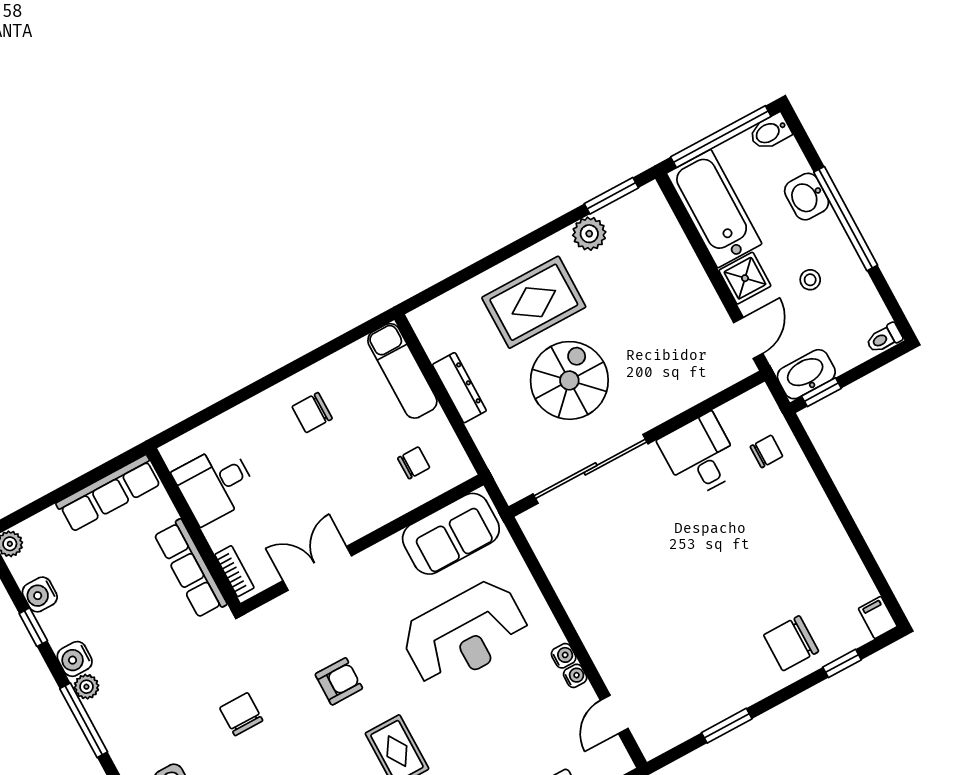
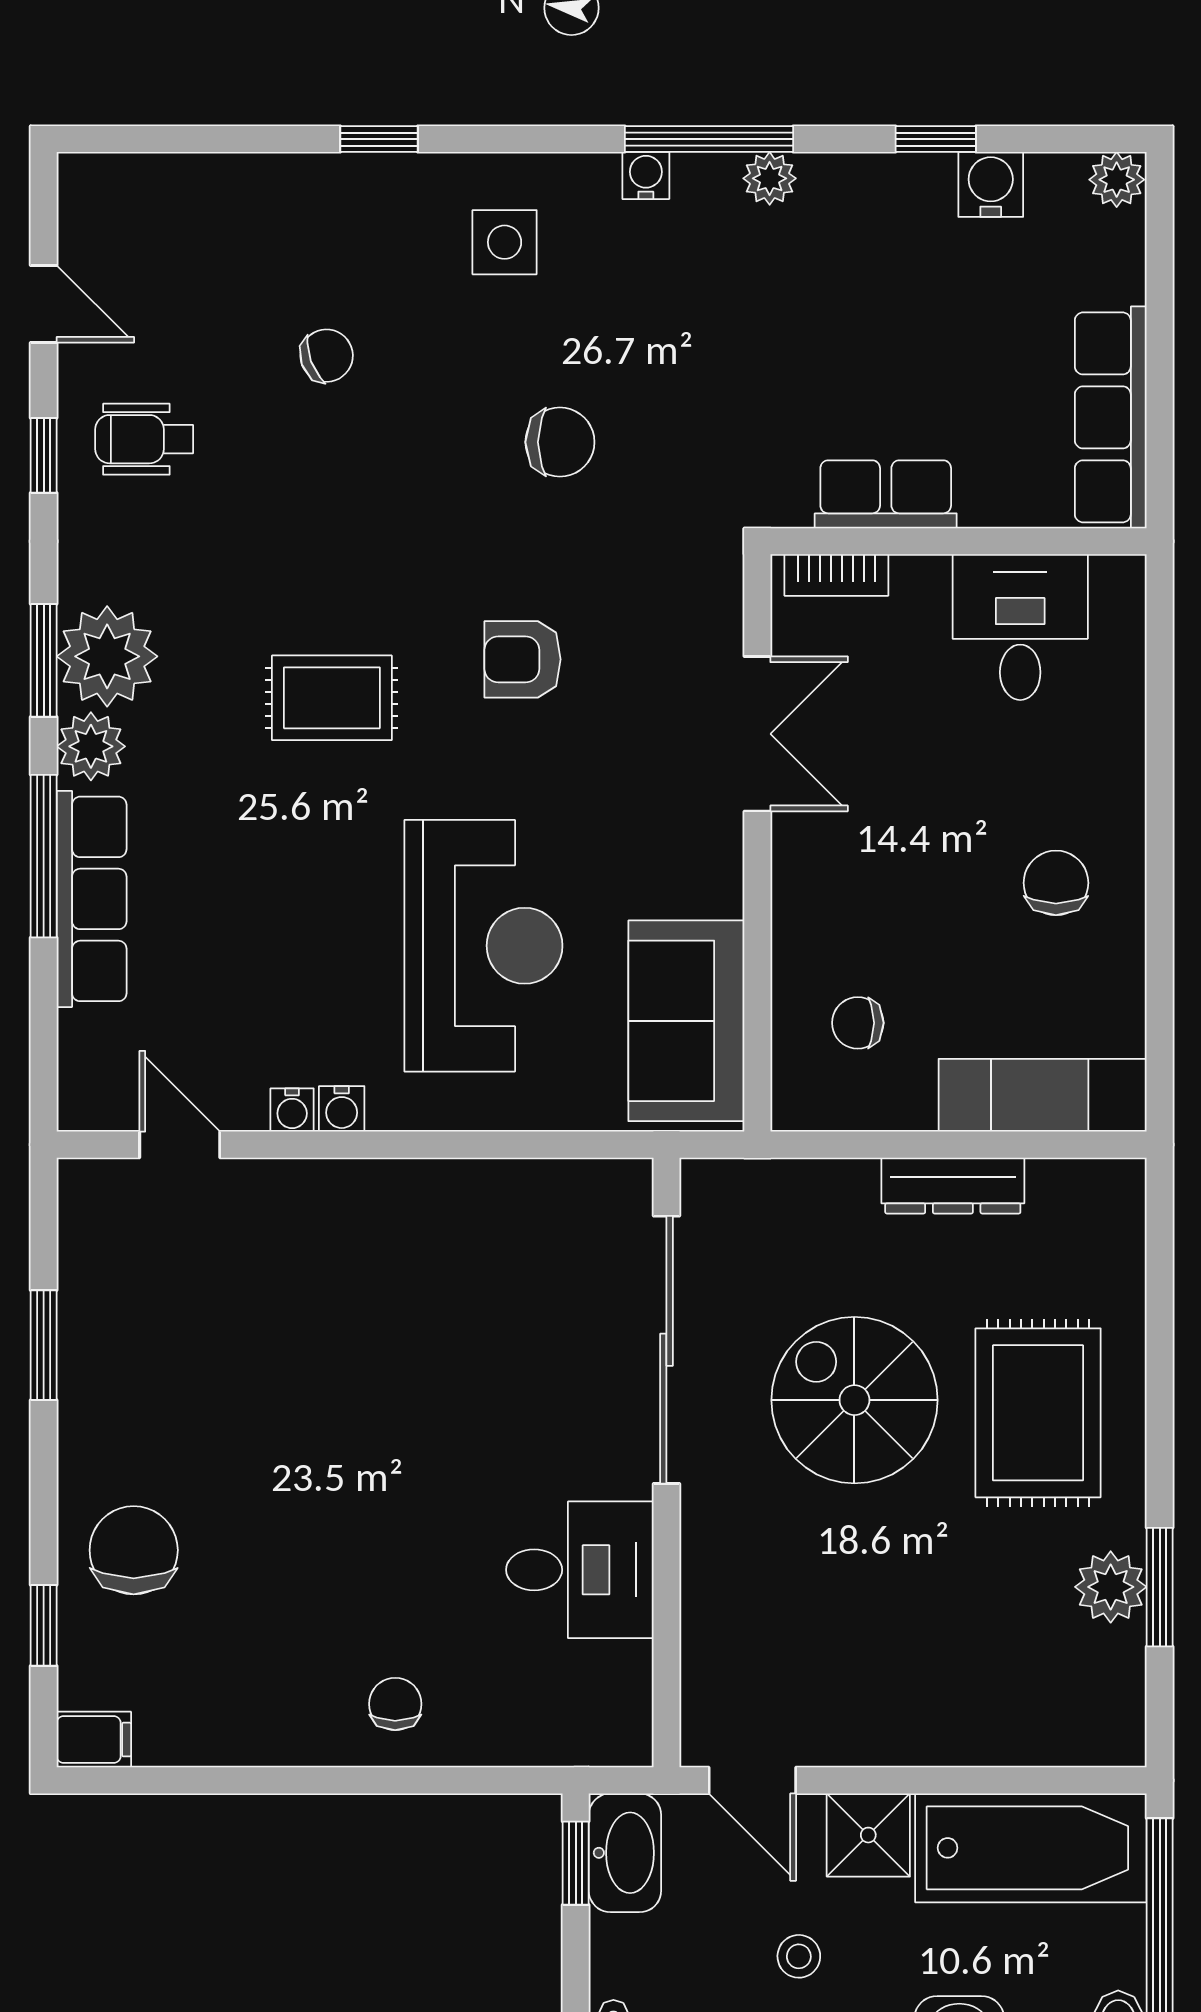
window: (611, 196) -> (1160, 1587), moved
spiral stairs: (569, 380) -> (854, 1400), turned 180
chair: (766, 451) -> (395, 1704), moved, turned 180
chair: (414, 463) -> (858, 1023), turned 90
row of seats: (190, 569) -> (886, 494), width x0.68
reception desk: (465, 634) -> (483, 946), turned 180
water cooler: (75, 659) -> (646, 176), moved, width x0.72, depth x0.72
armchair: (339, 681) -> (523, 659), turned 90

